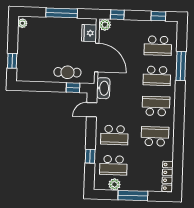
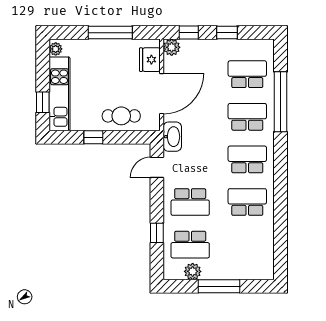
window: (158, 16) -> (227, 33), moved
school desk: (158, 46) -> (247, 74), turned 180
kitchen unit: (24, 55) -> (59, 94), added
door: (97, 57) -> (162, 94), hinge flipped
window: (181, 66) -> (281, 102), width x1.46
school desk: (157, 76) -> (247, 117), turned 180
window: (73, 88) -> (93, 137), moved
locker: (168, 176) -> (267, 258), removed

